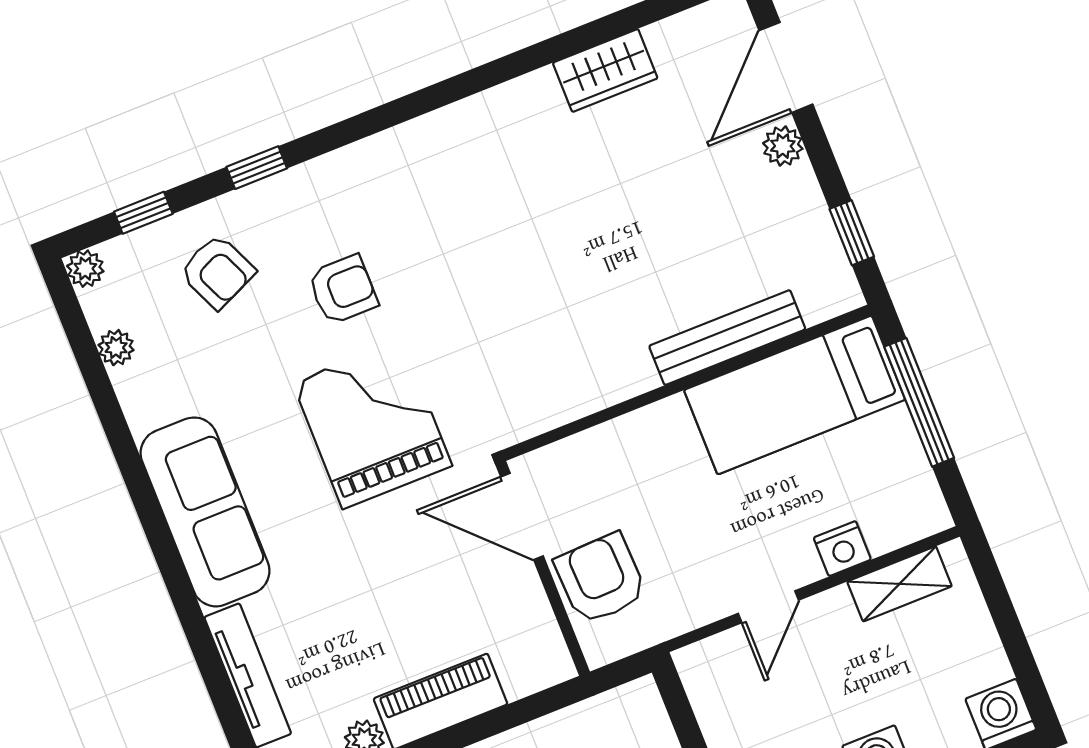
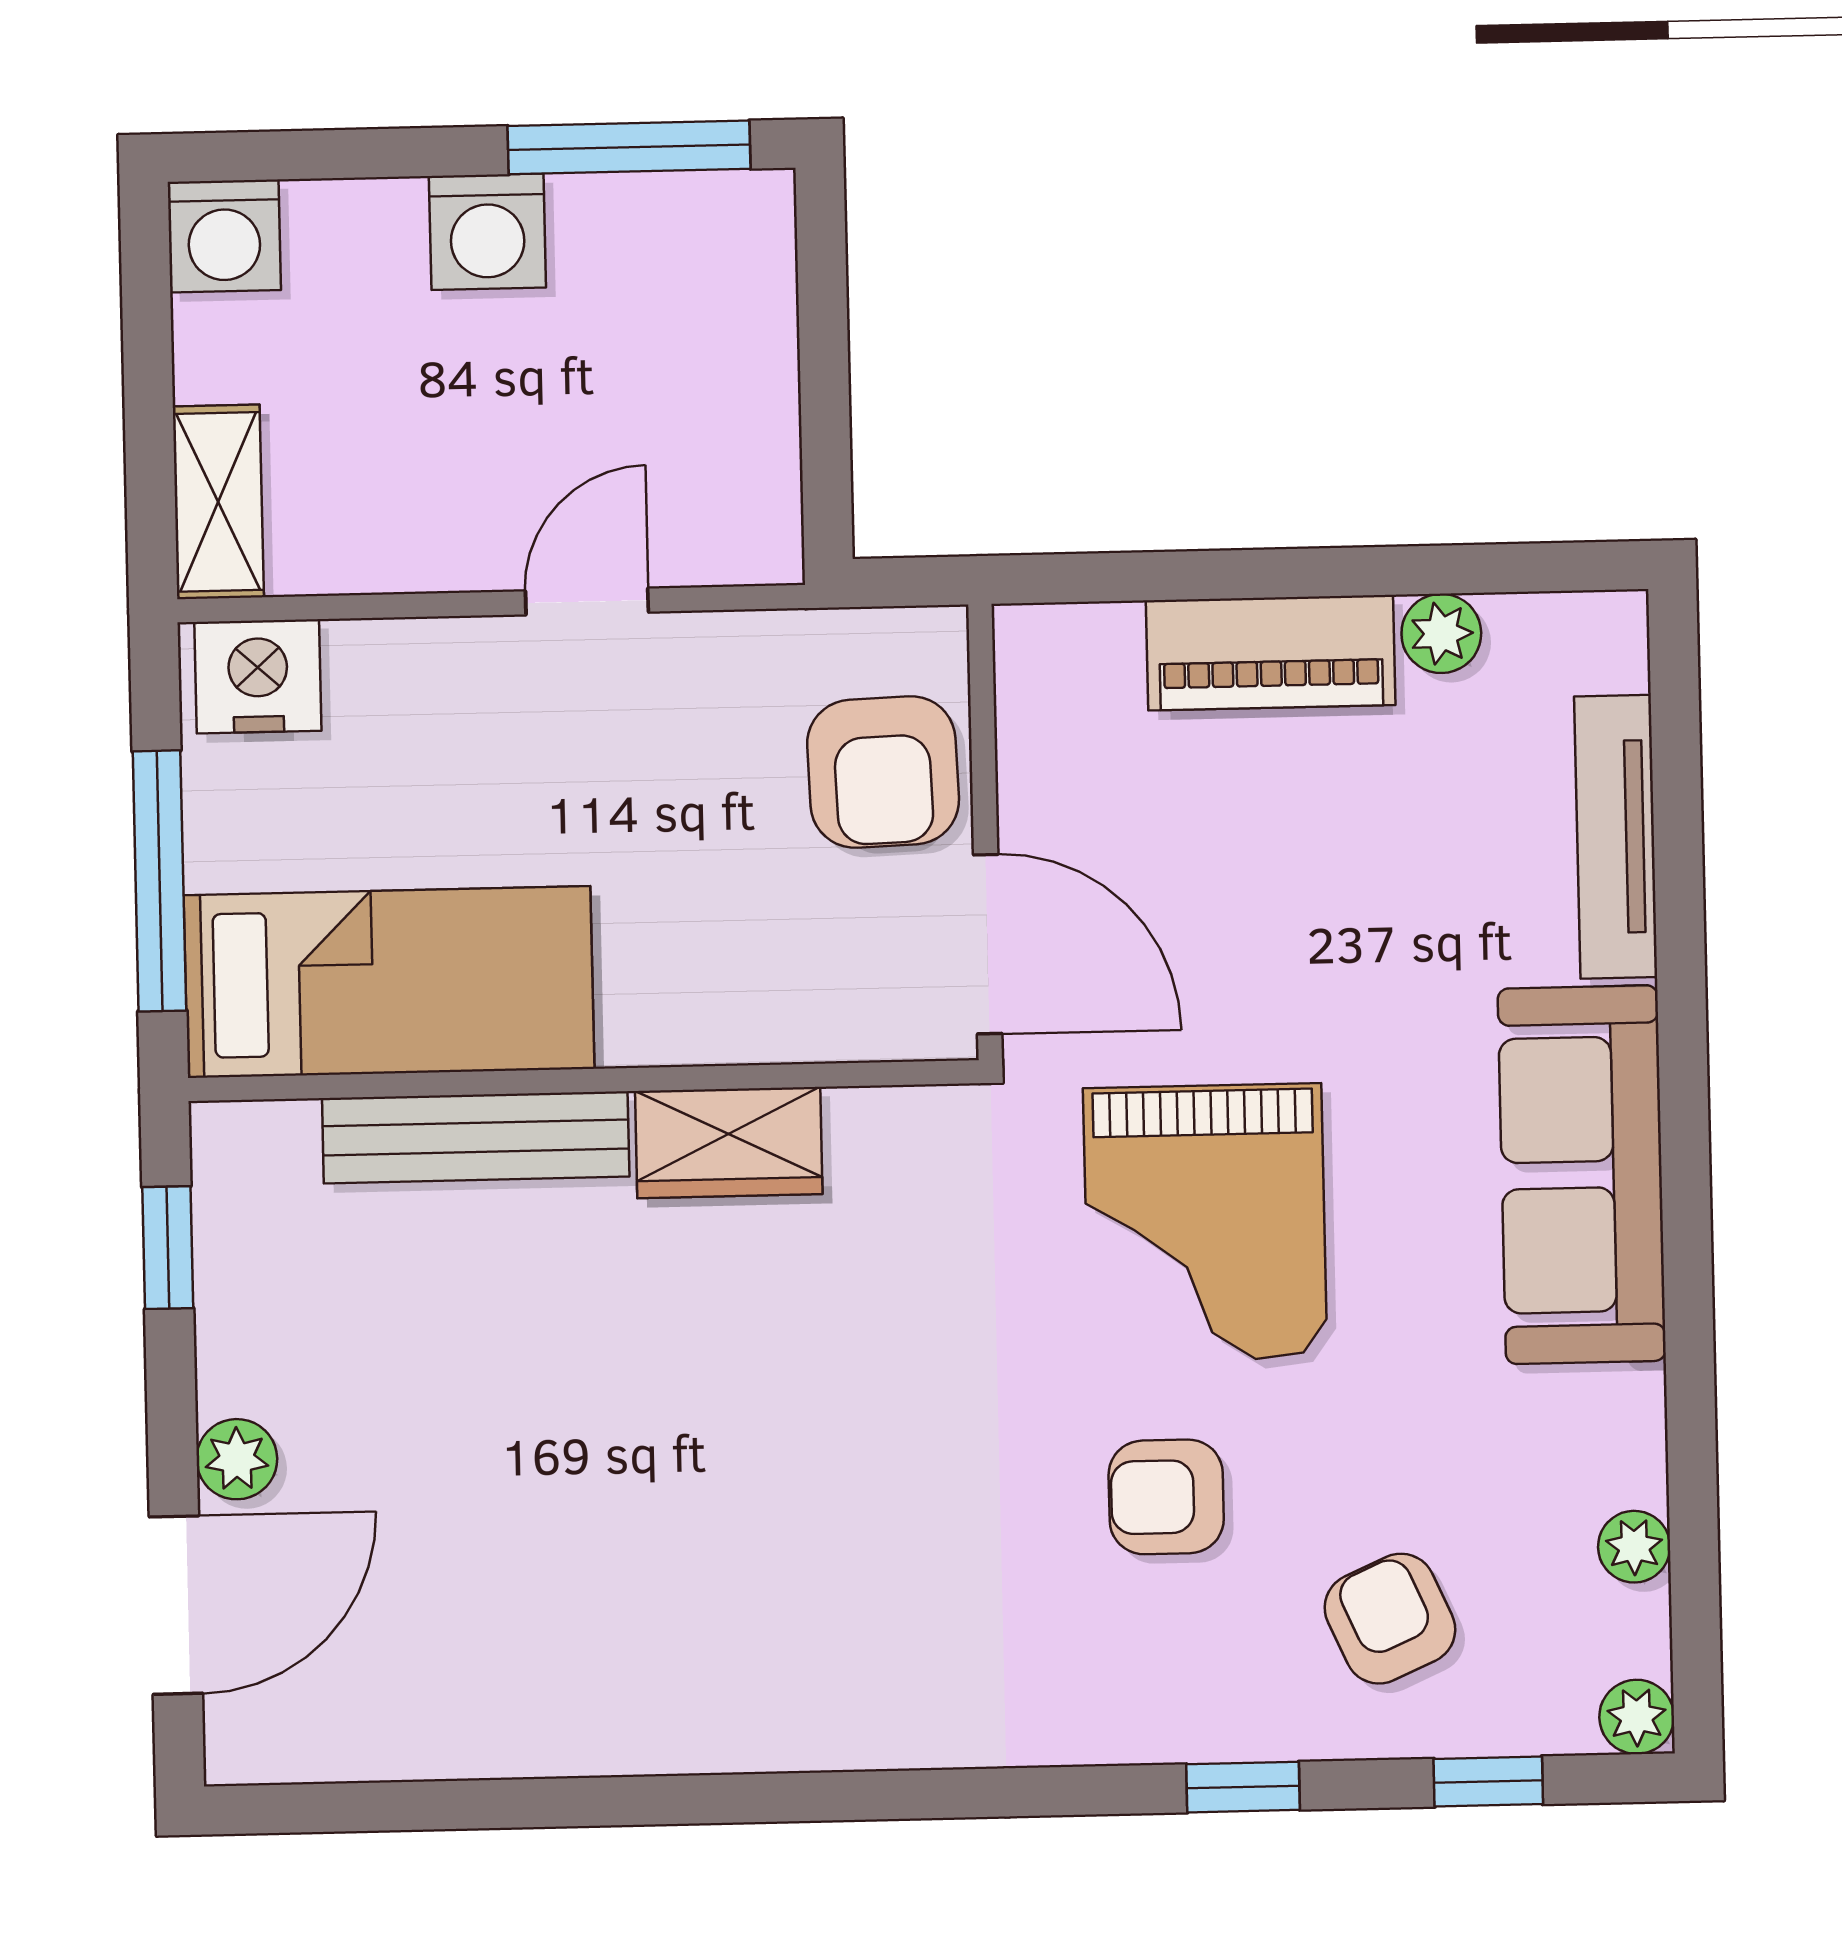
wardrobe: (605, 71) -> (729, 1142), moved, turned 180
nightstand: (842, 549) -> (258, 676), moved, width x1.36, depth x1.33
shelving: (900, 584) -> (218, 502), moved, turned 90

